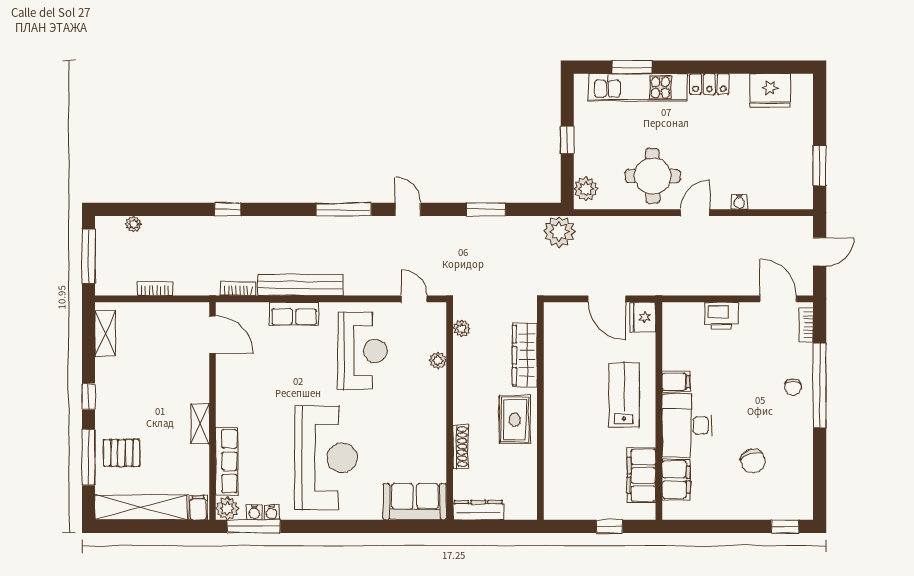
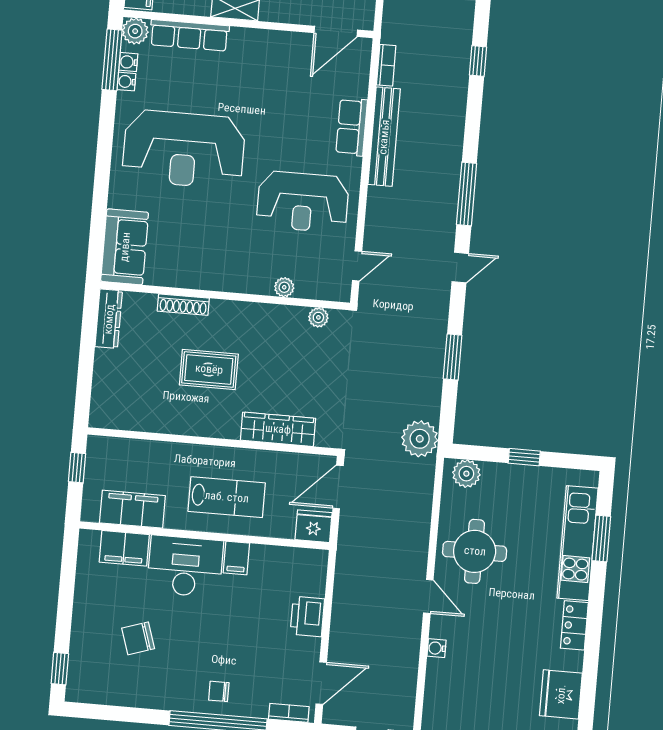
wardrobe: (525, 355) -> (278, 429), moved
wall: (540, 411) -> (212, 442), moved

